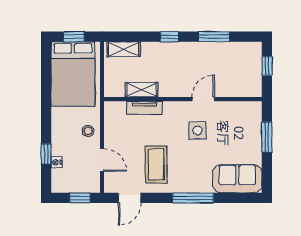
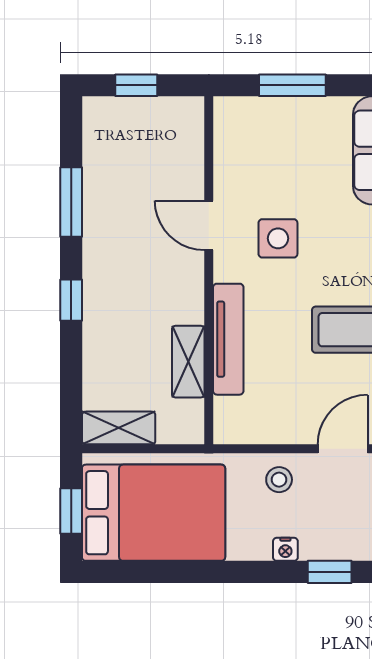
shelving: (124, 49) -> (119, 428), moved, turned 90
tv unit: (144, 108) -> (228, 339), width x1.41
nightstand: (56, 162) -> (285, 549), moved

